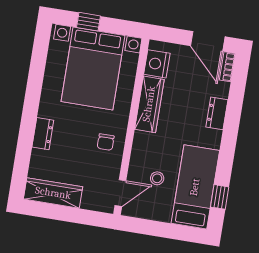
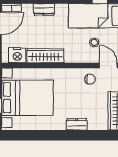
chair: (106, 142) -> (90, 79), moved

